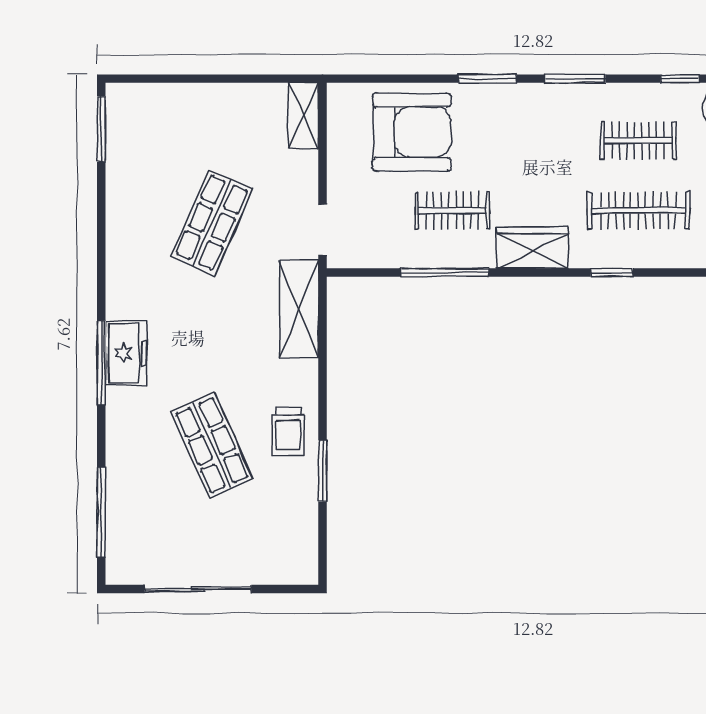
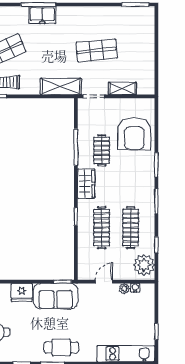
shelving: (303, 116) -> (122, 88), moved
clothes rail: (638, 141) -> (131, 228), width x1.36
shop shelf: (212, 222) -> (97, 50), turned -30

